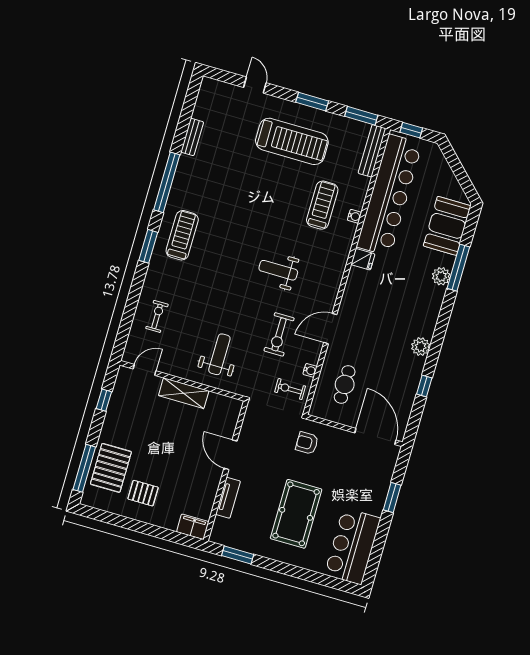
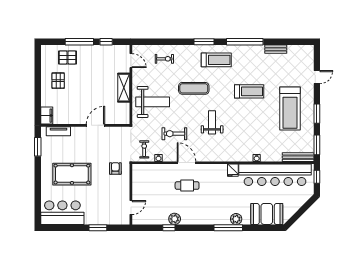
treadmill: (322, 205) -> (249, 91), moved
window: (458, 268) -> (228, 228), moved
exercise mat: (217, 283) -> (194, 88), added
plant: (421, 347) -> (175, 219), moved
weight bench: (219, 354) -> (153, 102), width x1.36, depth x1.33
cafe table: (345, 384) -> (187, 186), moved
door: (375, 437) -> (131, 208), width x0.53
window: (84, 468) -> (79, 42), moved
pallet: (111, 468) -> (67, 57), width x0.67, depth x0.71
tv unit: (228, 498) -> (58, 131), moved

